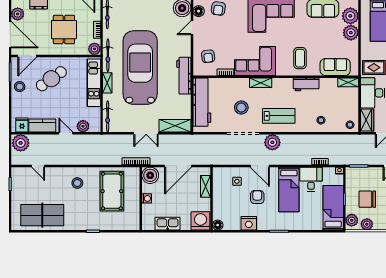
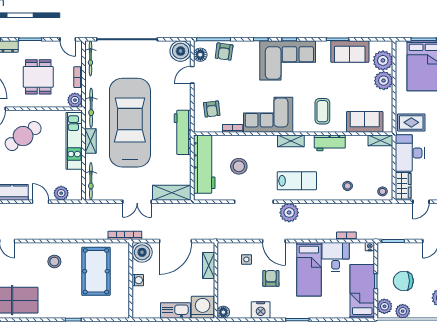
shelving: (261, 83) -> (291, 141), moved
stool: (241, 108) -> (239, 166), moved
kitchen sink: (168, 224) -> (176, 310), moved

